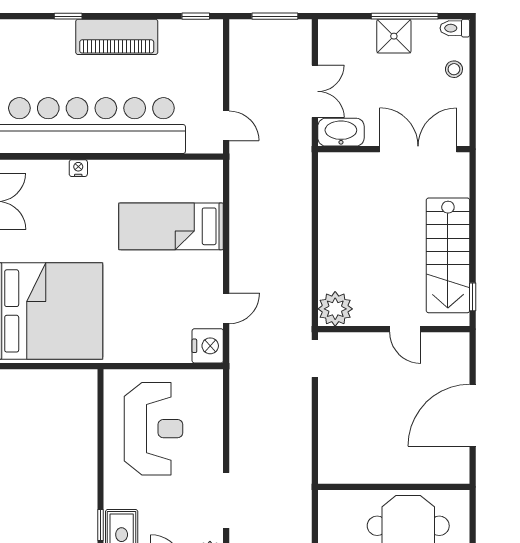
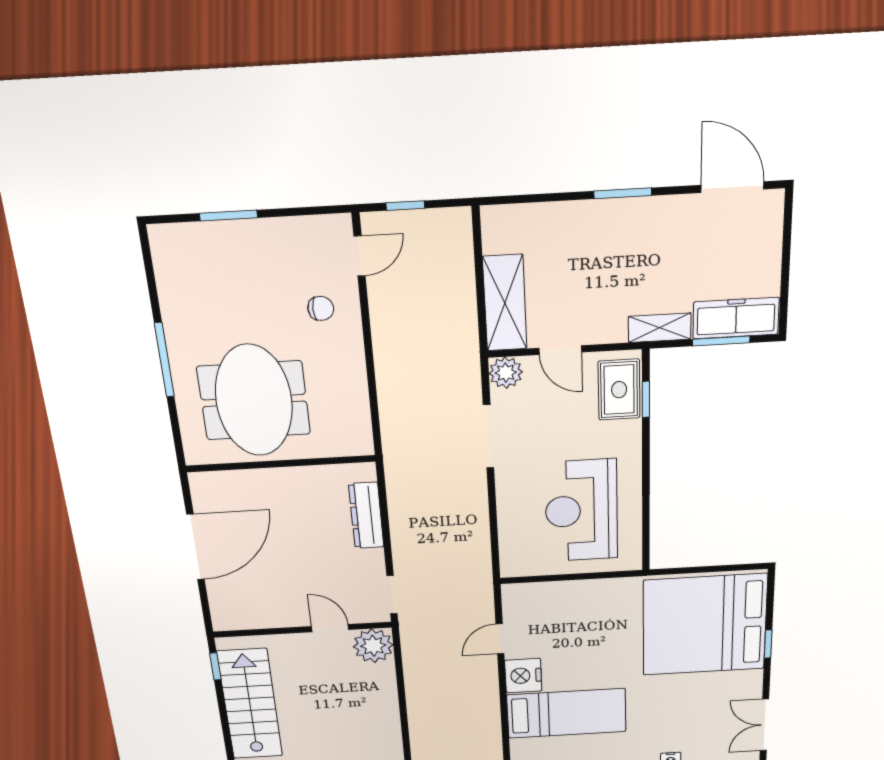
door: (405, 329) -> (330, 628), moved
nightstand: (208, 346) -> (523, 676), moved
dresser: (330, 436) -> (366, 515), added

